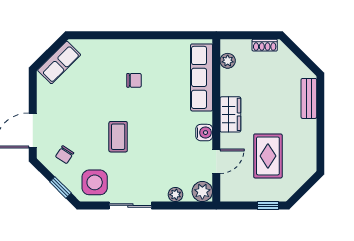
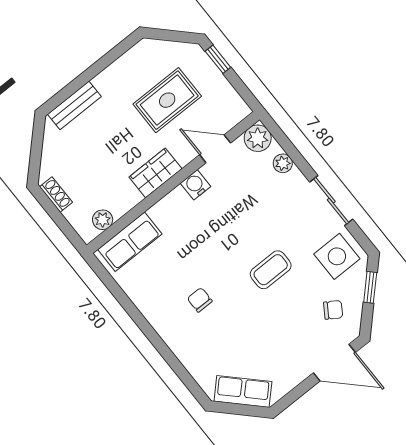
row of seats: (202, 77) -> (130, 242), width x0.68

